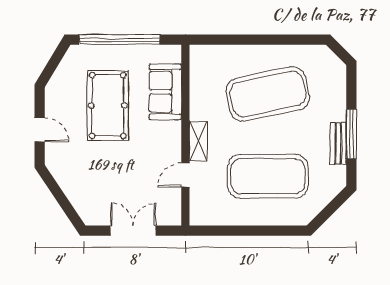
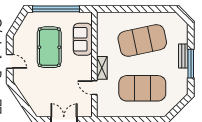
bench: (338, 143) -> (183, 56), moved
door: (185, 175) -> (94, 88), hinge flipped

